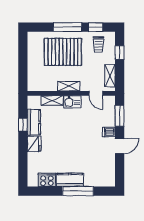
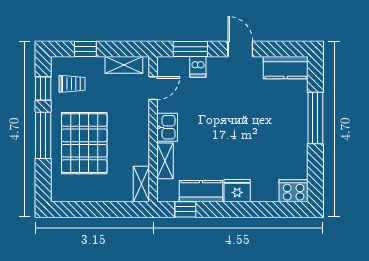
shelving: (69, 86) -> (141, 184), moved
window: (23, 125) -> (185, 209), moved
dishwasher: (109, 132) -> (198, 67), moved
cooker: (47, 180) -> (294, 191), moved, turned 90
kitchen counter: (70, 180) -> (286, 68), moved, turned -90

